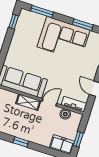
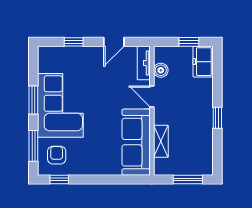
armchair: (31, 25) -> (57, 155), added
window: (83, 25) -> (33, 100), moved
shelving: (28, 102) -> (161, 141), moved

